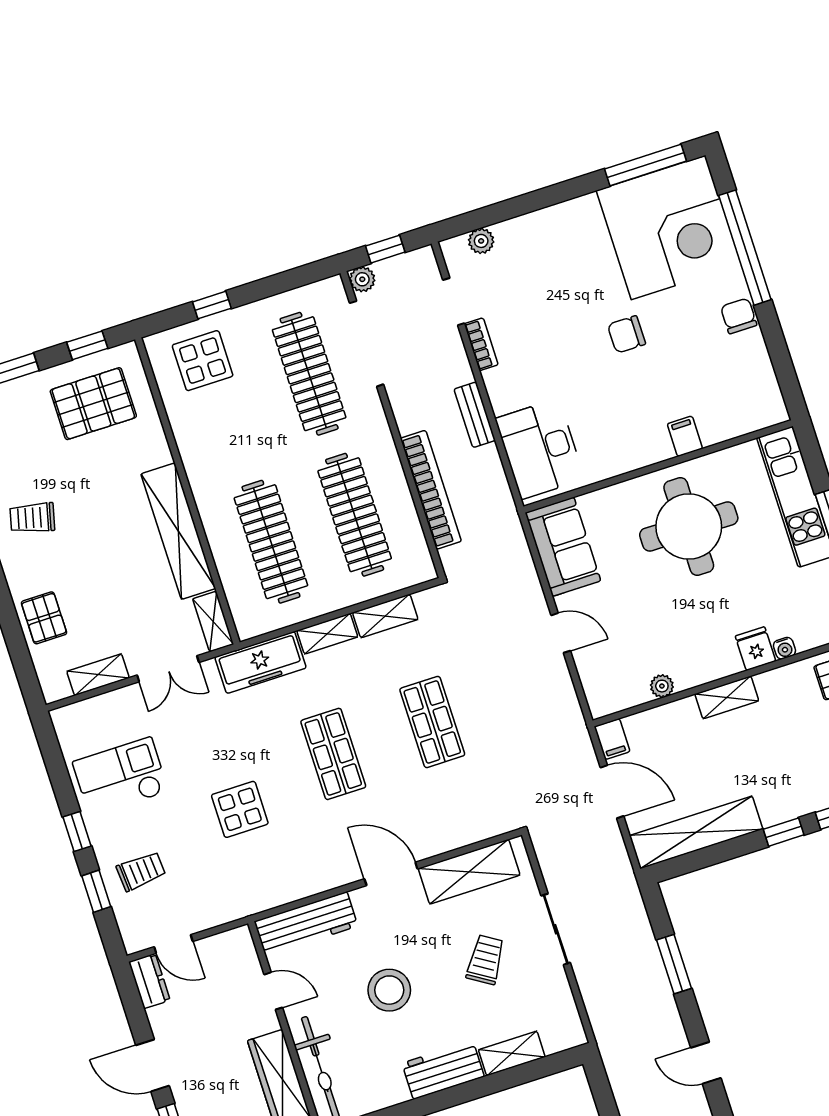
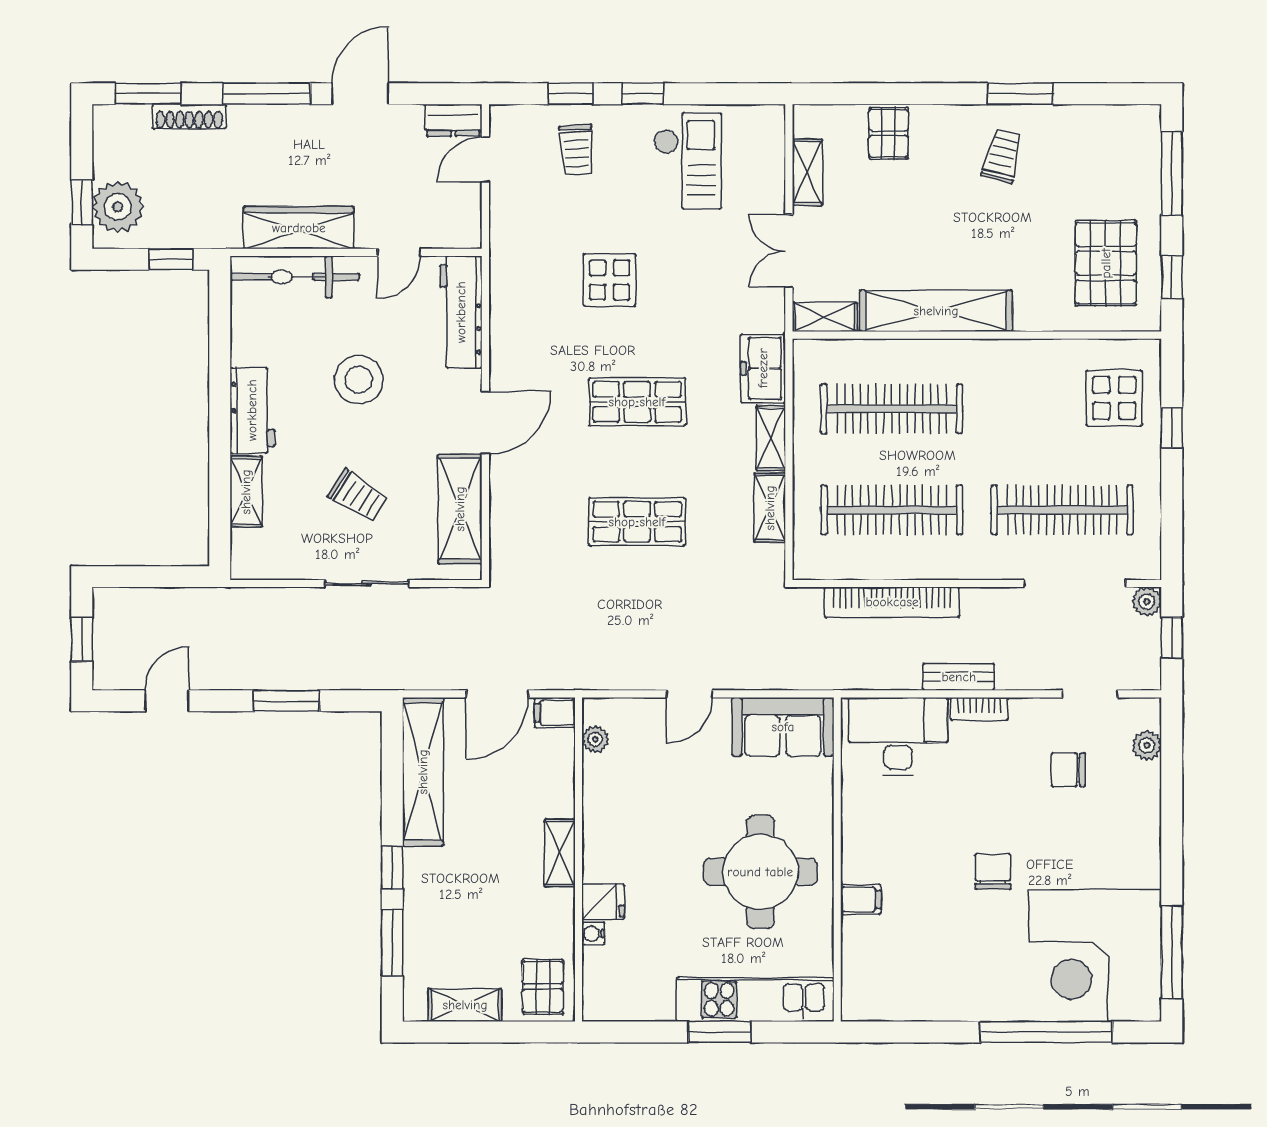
chair: (739, 316) -> (1068, 770), moved, turned 180
bookcase: (481, 344) -> (979, 709), moved
pallet: (44, 618) -> (889, 133), turned 90
freezer: (260, 662) -> (763, 368), width x0.71
plant: (662, 686) -> (595, 739), moved

